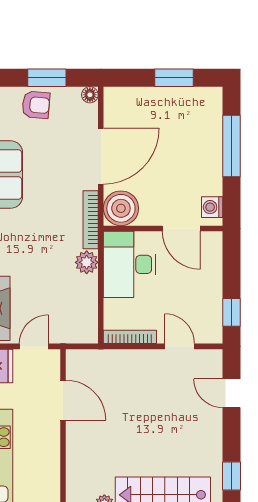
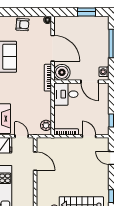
window: (47, 78) -> (28, 12), removed
door: (101, 156) -> (53, 48), hinge flipped
plant: (87, 262) -> (46, 125), moved
desk: (130, 264) -> (66, 94), width x0.73
door: (34, 346) -> (22, 136), hinge flipped

